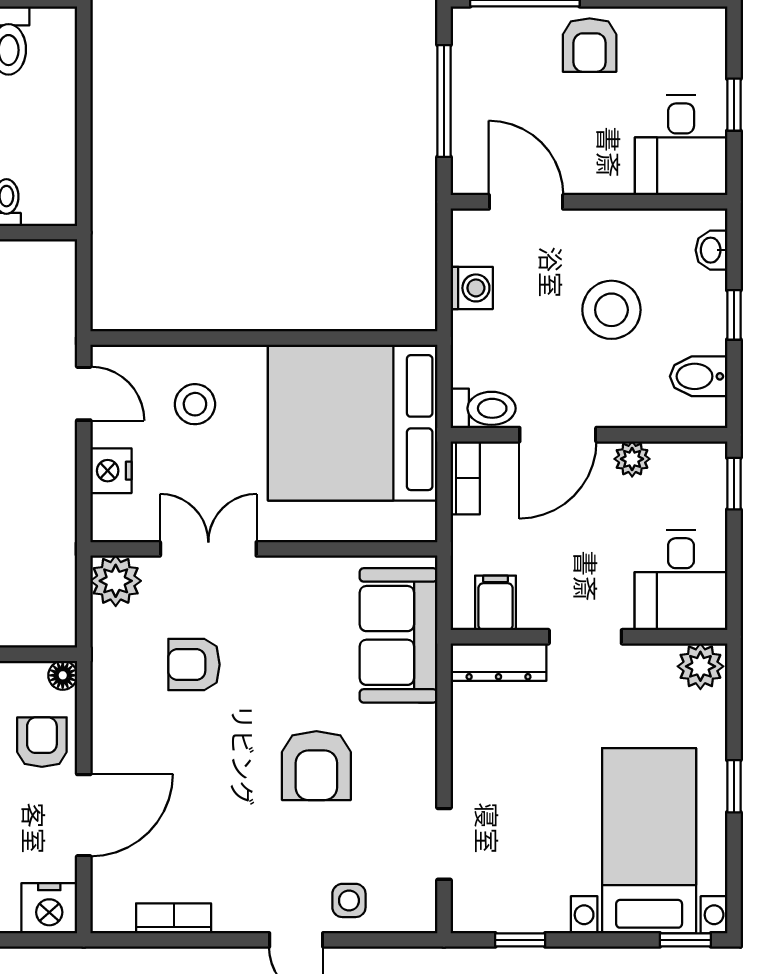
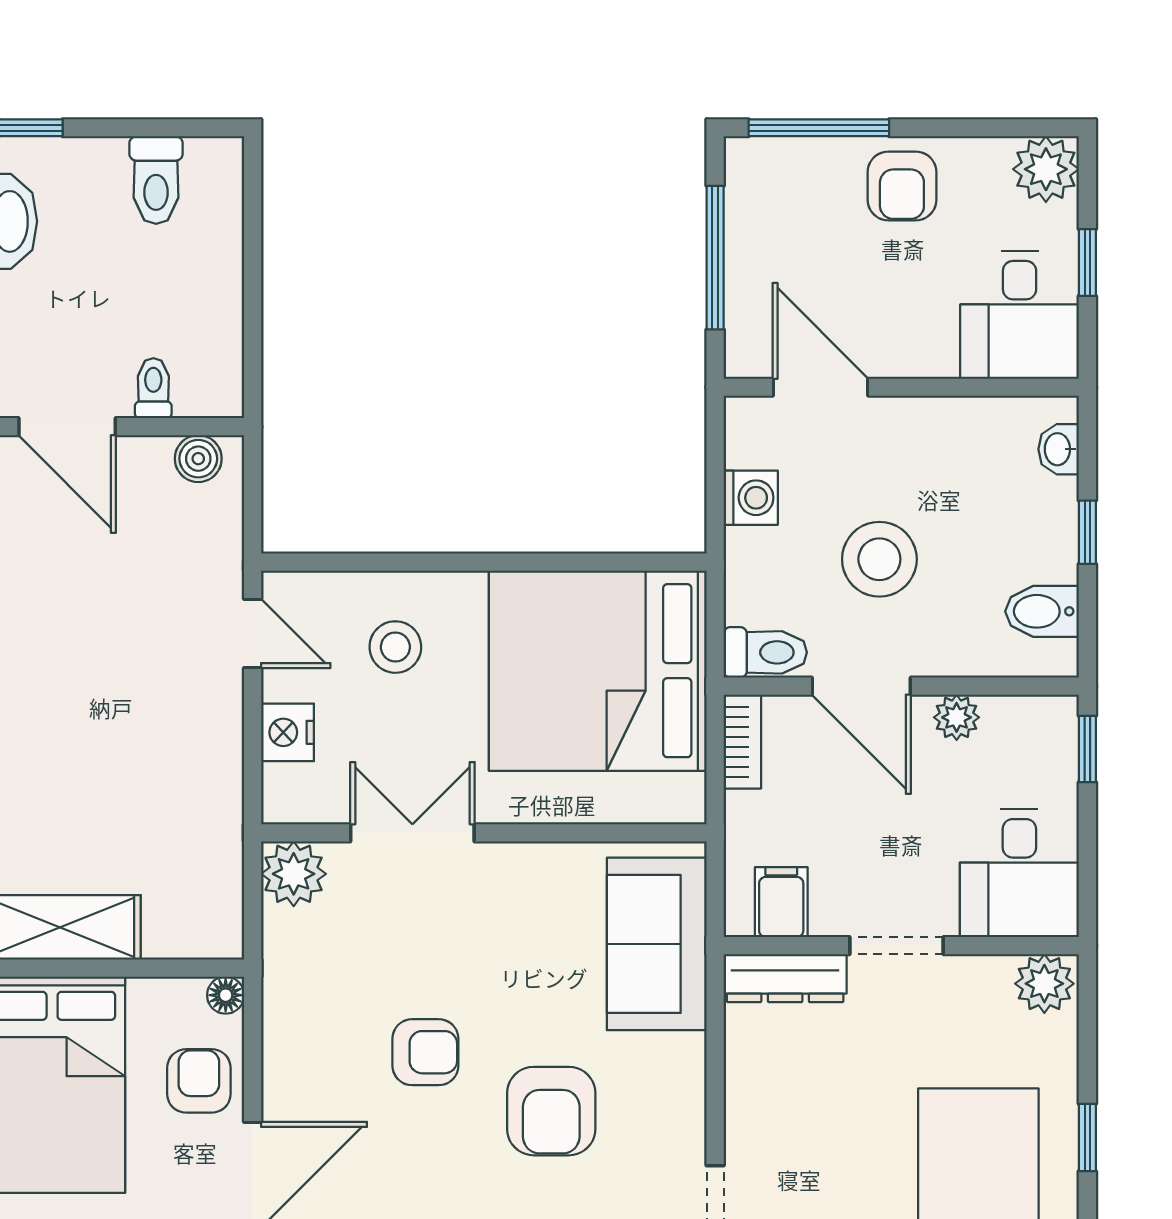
plant: (702, 32) -> (1046, 169), added
boiler: (41, 257) -> (198, 459), added
stool: (611, 310) -> (879, 559), moved
door: (558, 435) -> (861, 686), hinge flipped
armchair: (194, 665) -> (425, 1052), moved, turned 180

